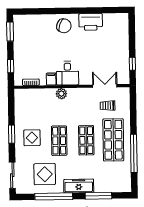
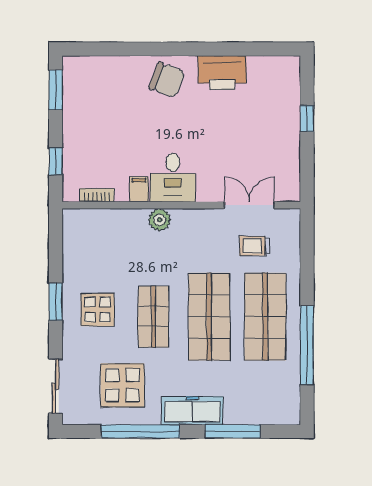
window: (132, 64) -> (307, 118), moved
shop shelf: (86, 140) -> (209, 317), width x1.43, depth x1.36

